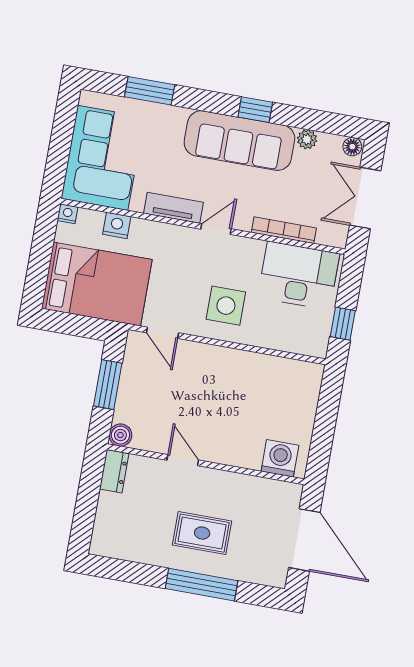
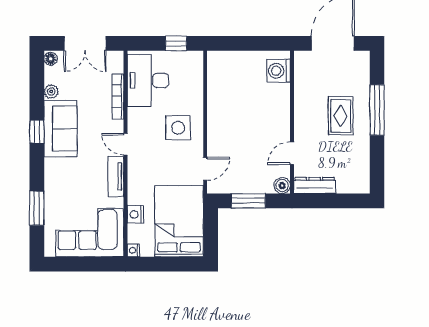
sofa: (239, 141) -> (60, 129), width x0.73
door: (183, 460) -> (292, 153), moved
dresser: (114, 471) -> (315, 185), width x1.44

